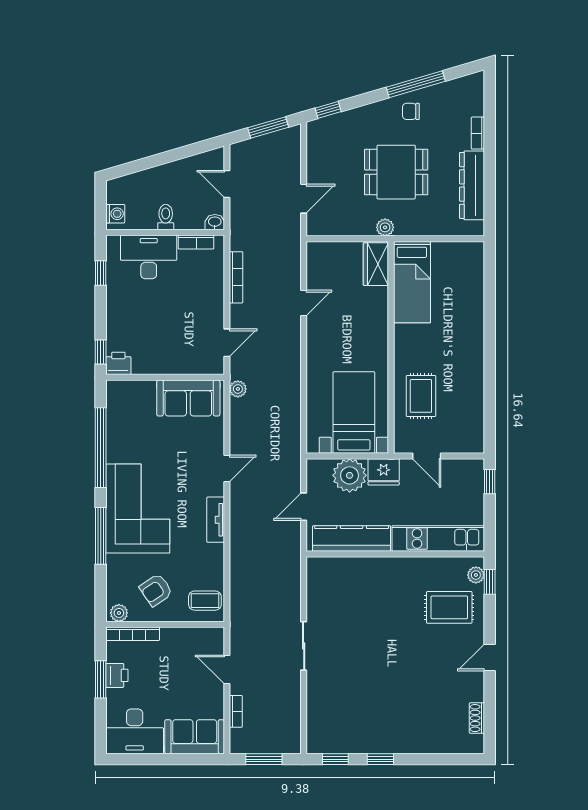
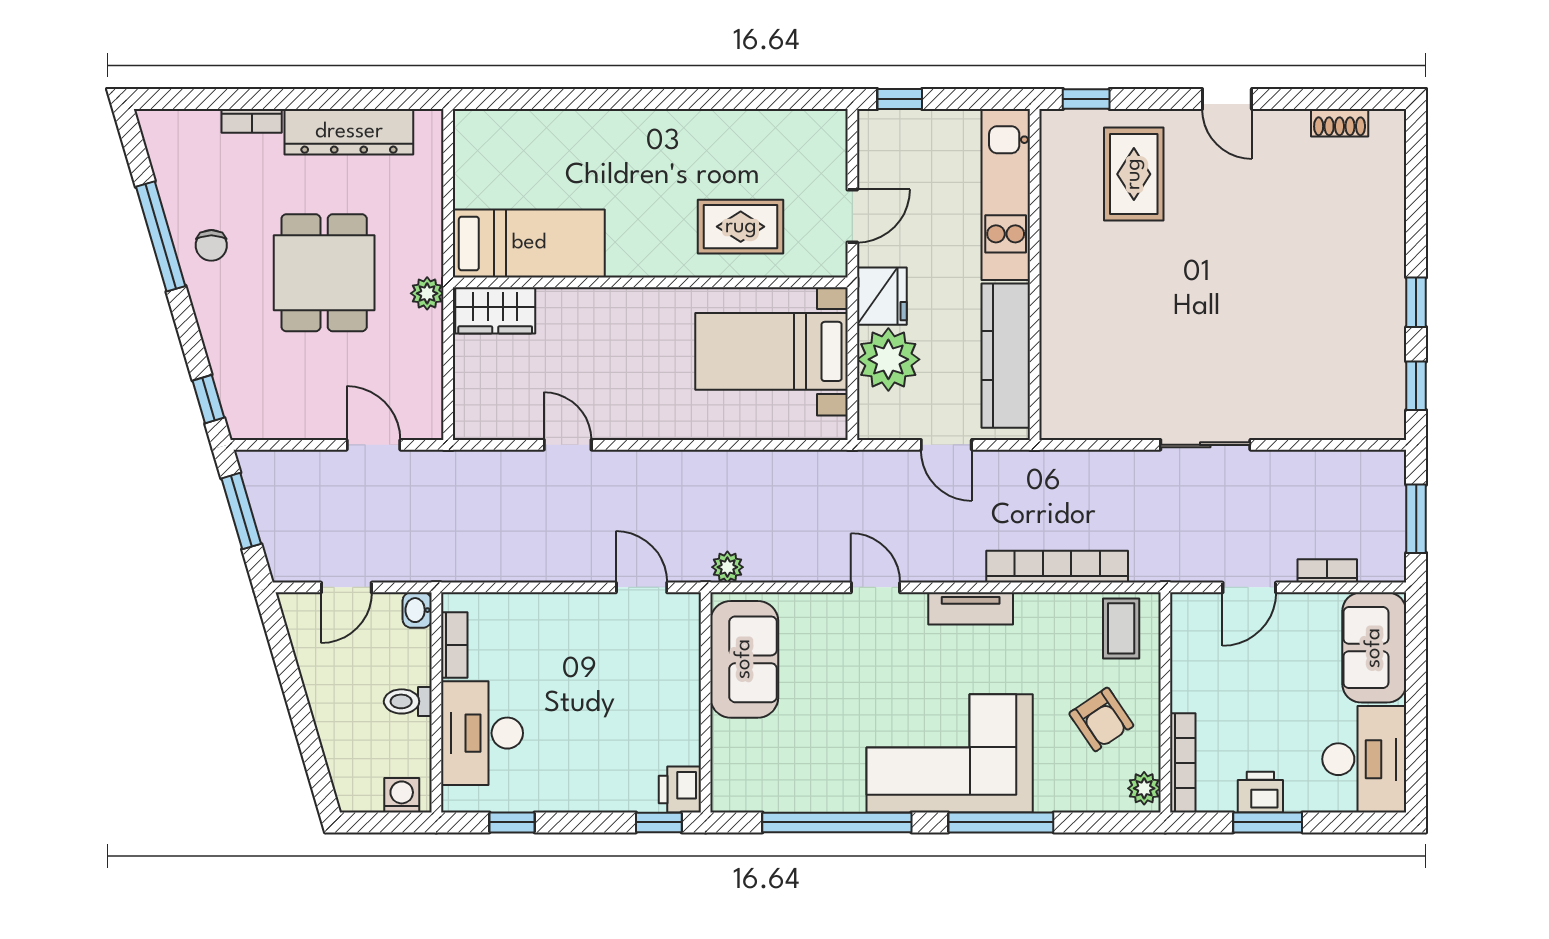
bookcase: (236, 277) -> (1057, 567), moved, width x1.48, depth x1.31
plant: (476, 575) -> (1074, 124), removed

